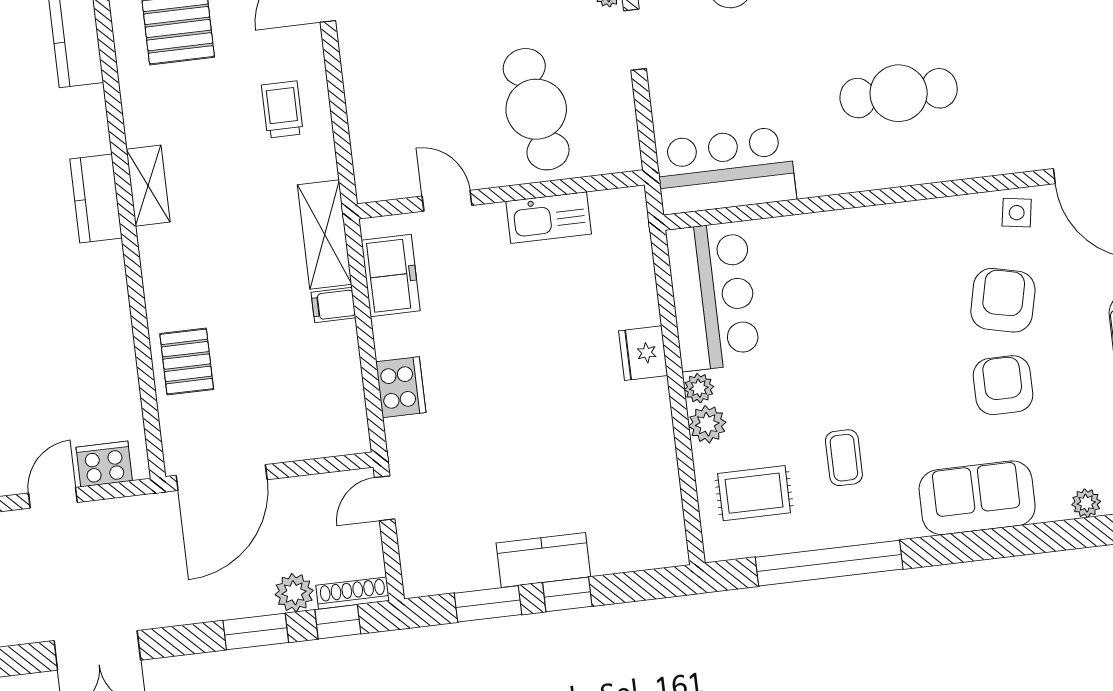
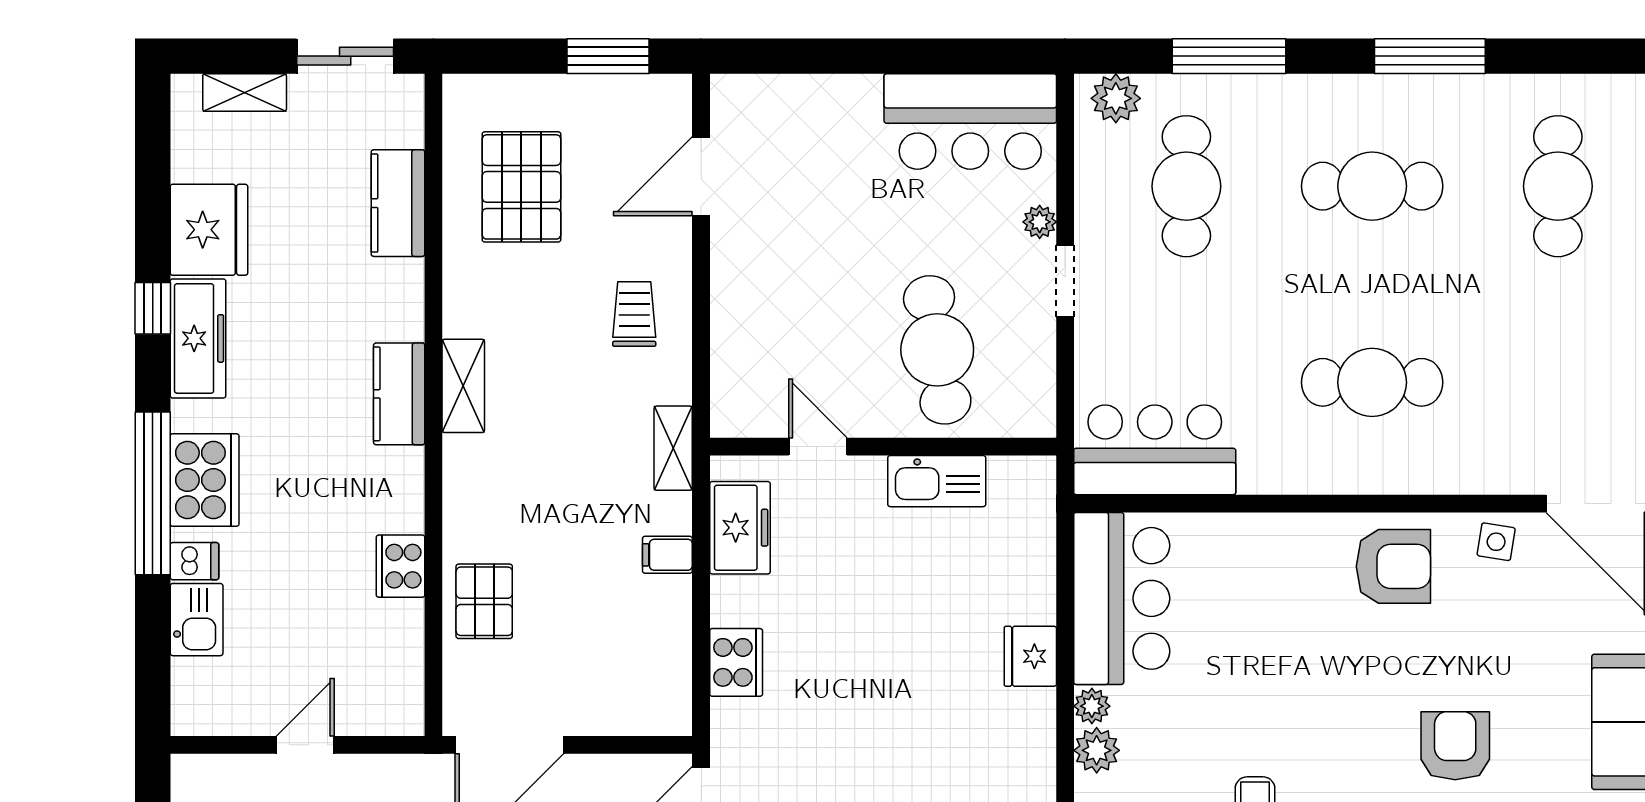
shelving: (325, 234) -> (673, 448), width x0.67, depth x0.75
armchair: (1003, 300) -> (1393, 566), moved, turned 77
cooker: (104, 464) -> (401, 566), moved, turned -90

